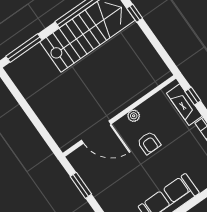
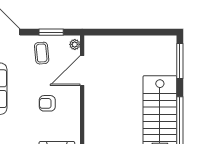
plant: (134, 116) -> (75, 44), moved
coffee table: (106, 181) -> (42, 53), added

